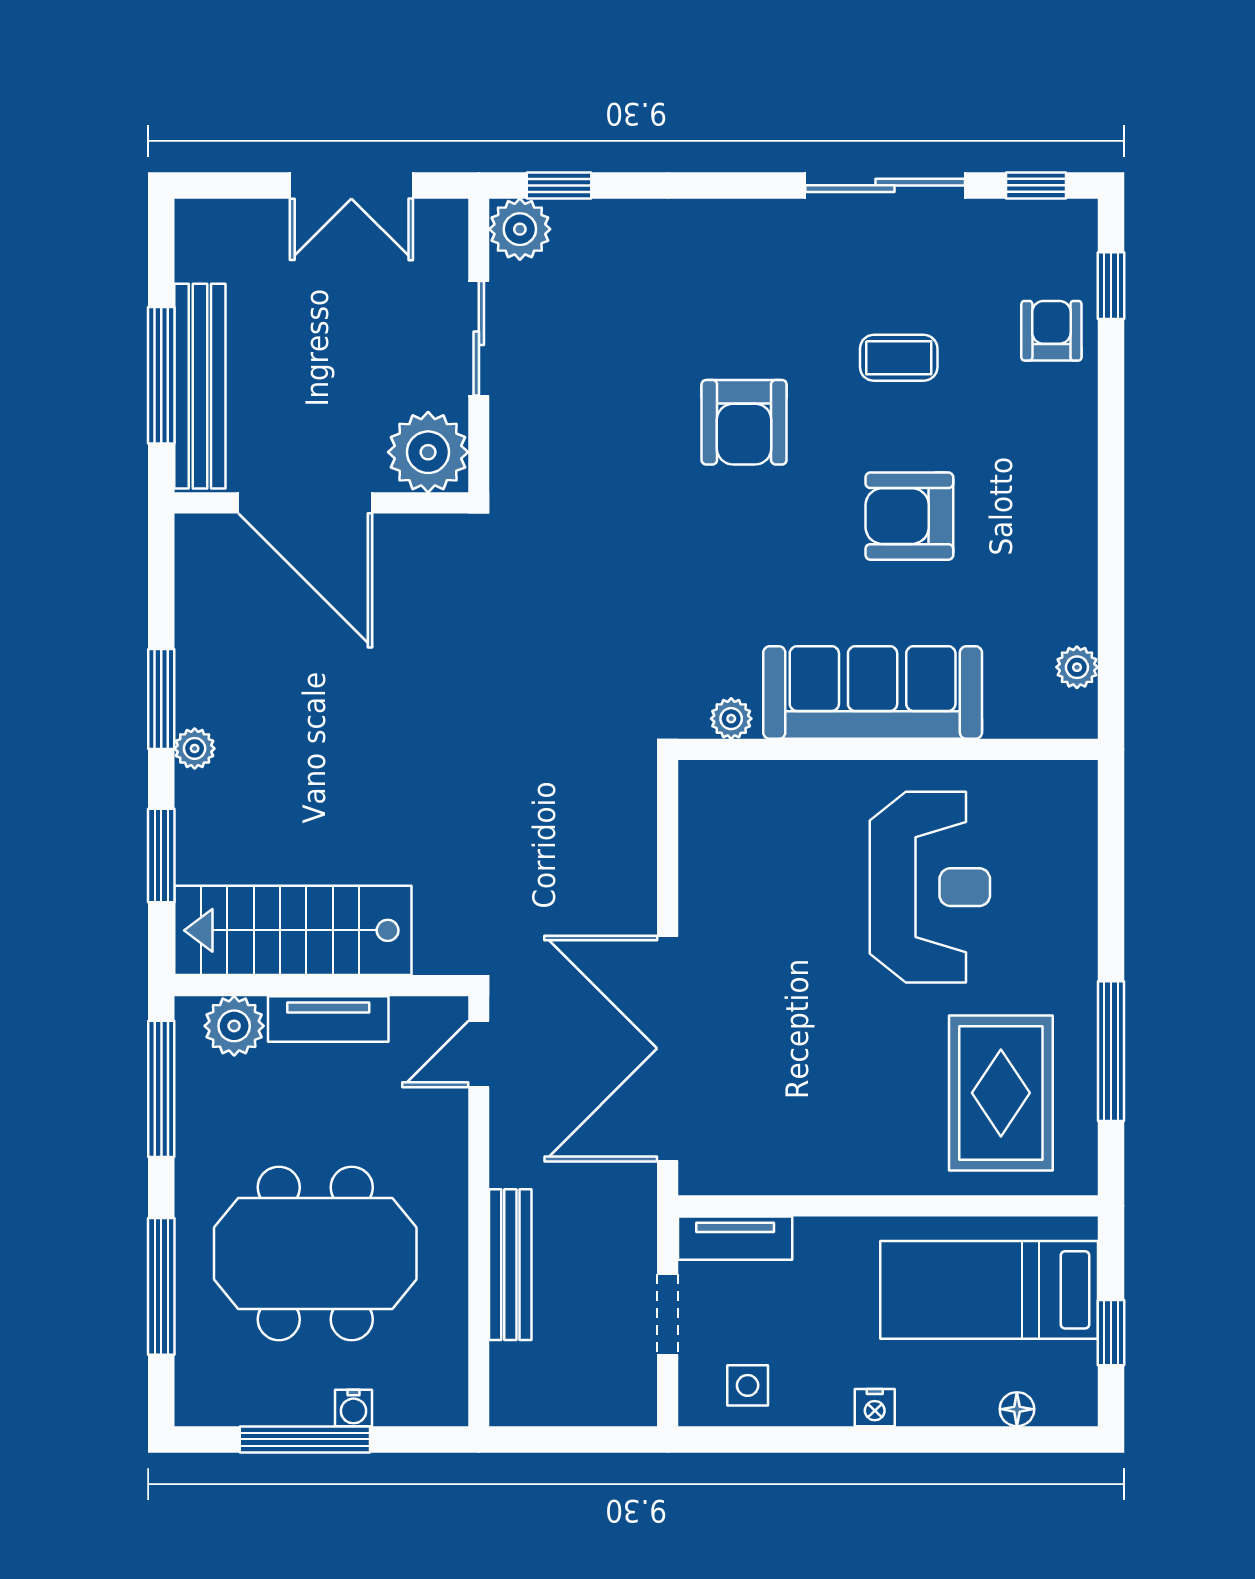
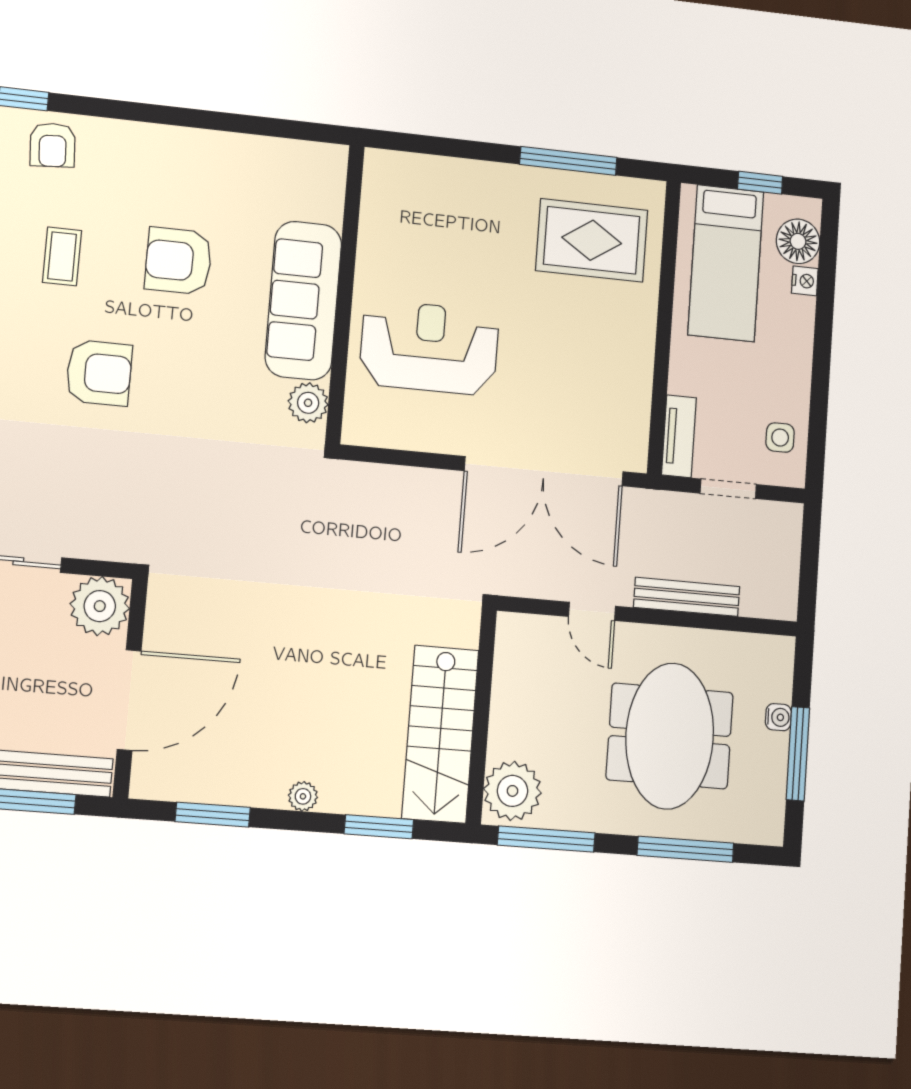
armchair: (1051, 331) -> (53, 145), turned -94
armchair: (909, 516) -> (178, 261), turned 90
plant: (1077, 667) -> (297, 154), removed
window: (161, 699) -> (213, 815), moved
plant: (731, 719) -> (308, 403), width x1.38, depth x1.38
reception desk: (930, 887) -> (429, 348), moved
tv unit: (328, 1019) -> (505, 713), removed
plant: (234, 1026) -> (512, 791), width x1.36, depth x1.36
door: (479, 1054) -> (592, 611), moved
nightstand: (875, 1408) -> (805, 281), moved
floor lamp: (1017, 1409) -> (798, 241), width x1.89, depth x1.89

